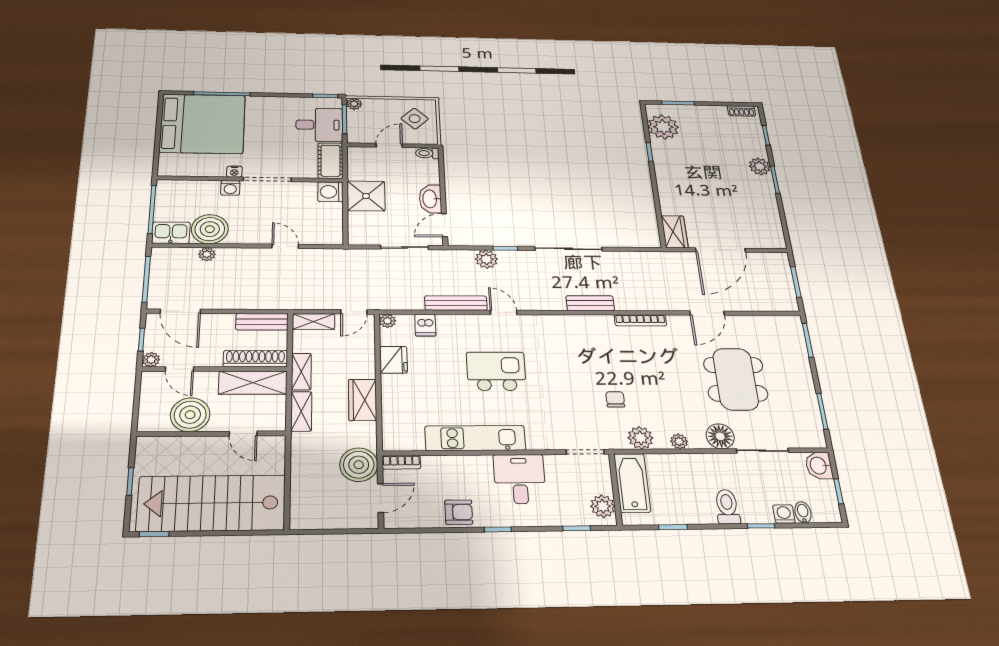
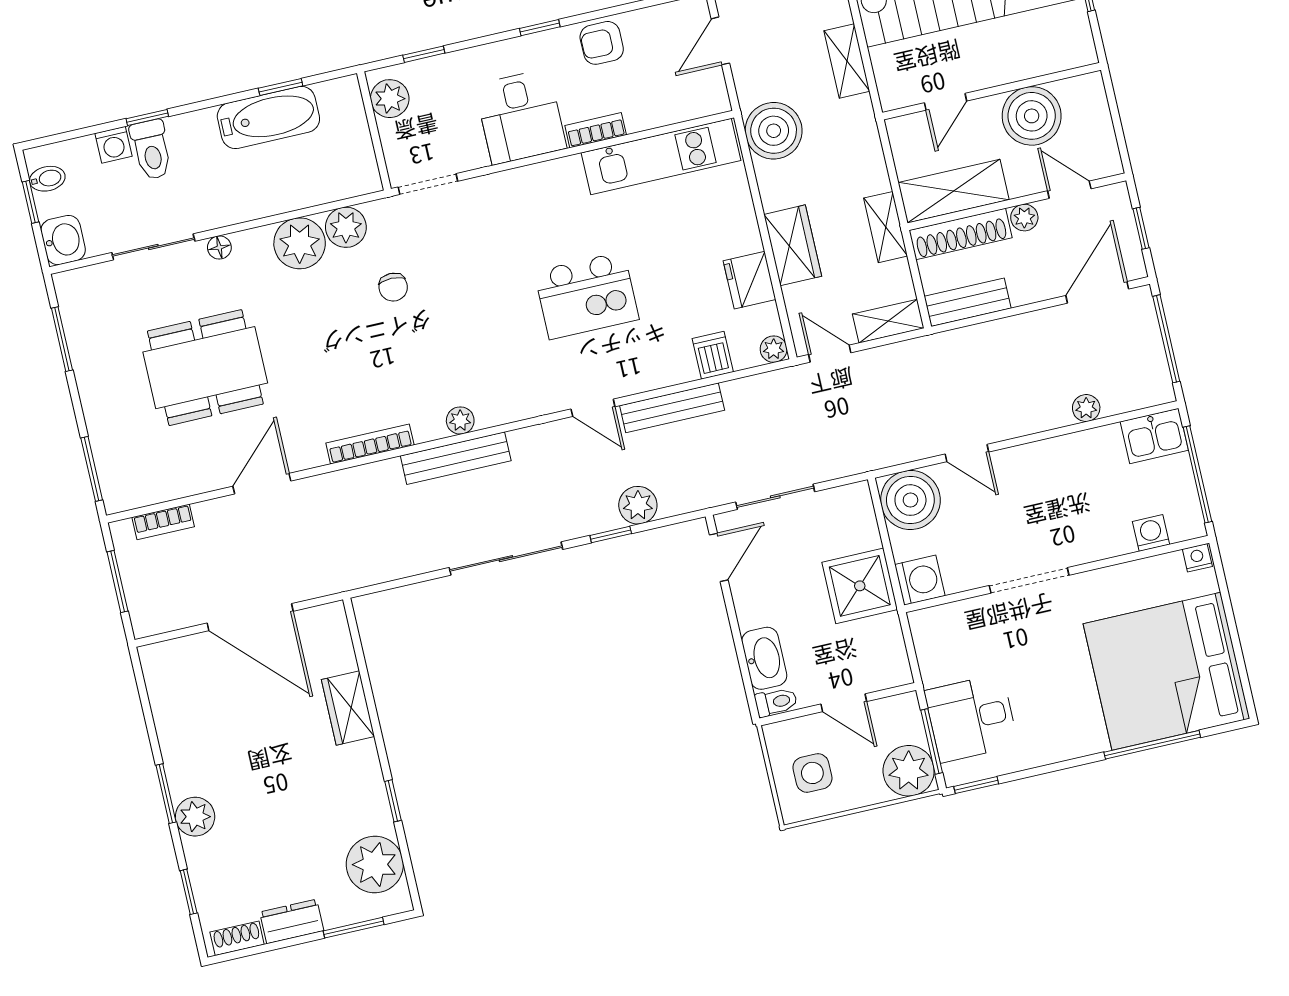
plant: (354, 104) -> (909, 771), width x1.88, depth x1.88
dresser: (711, 112) -> (292, 921), added
side table: (415, 119) -> (812, 773), turned 45
door: (389, 145) -> (844, 703), hinge flipped
cot: (330, 161) -> (935, 645), removed
nightstand: (234, 172) -> (1197, 558), moved
washing machine: (230, 188) -> (1151, 533), moved
washbasin: (430, 199) -> (764, 658), moved
boiler: (210, 229) -> (910, 500), moved
wardrobe: (675, 232) -> (348, 708), moved
door: (720, 250) -> (250, 617), swing flipped
bench: (590, 303) -> (456, 458), width x1.36
bookcase: (767, 306) -> (163, 522), added
door: (180, 311) -> (1097, 292), hinge flipped
door: (354, 312) -> (830, 354), hinge flipped
plant: (585, 322) -> (460, 420), added
plant: (151, 360) -> (1024, 218), moved
dining table: (736, 379) -> (205, 368), turned 90
wardrobe: (363, 400) -> (793, 245), moved
shelving: (301, 411) -> (847, 61), moved
door: (243, 434) -> (946, 102), swing flipped
floor lamp: (720, 436) -> (219, 247), width x0.53, depth x0.53
kitchen unit: (475, 438) -> (661, 157), moved
plant: (679, 441) -> (300, 243), width x1.88, depth x1.88
bookcase: (401, 462) -> (596, 130), moved
boiler: (359, 465) -> (774, 131), moved
bathtub: (632, 483) -> (268, 117), moved, turned -90
toilet: (727, 507) -> (151, 150), moved
bidet: (803, 512) -> (47, 179), moved, turned -90

